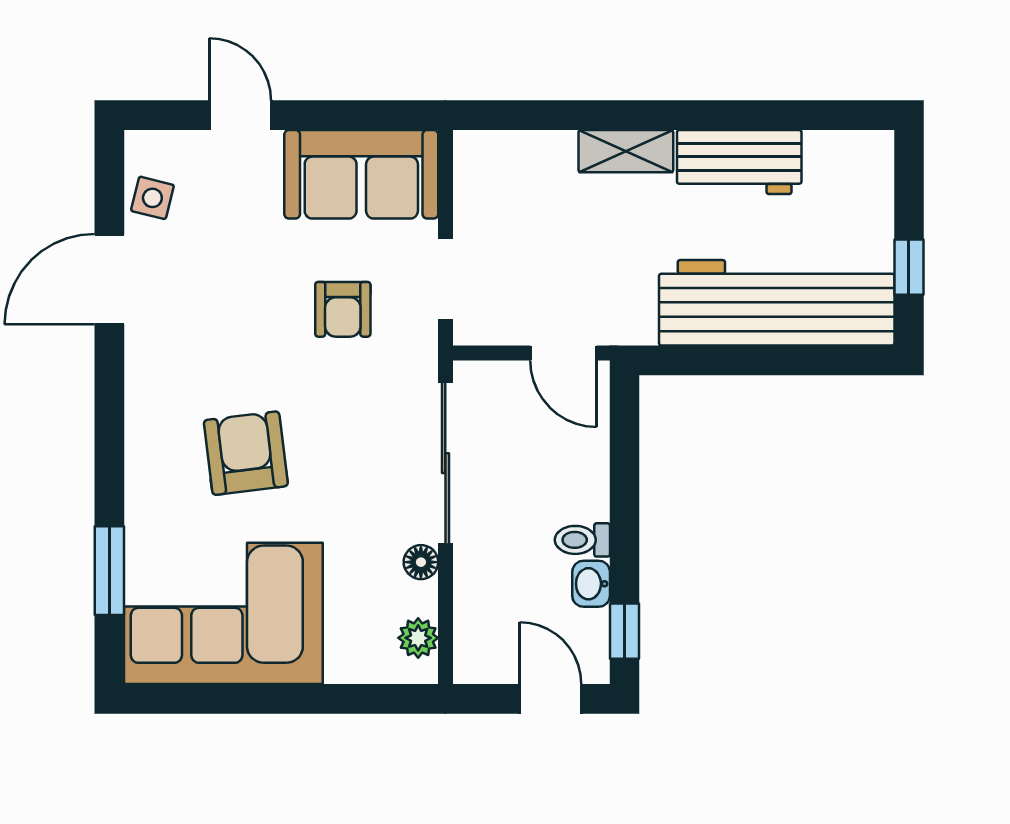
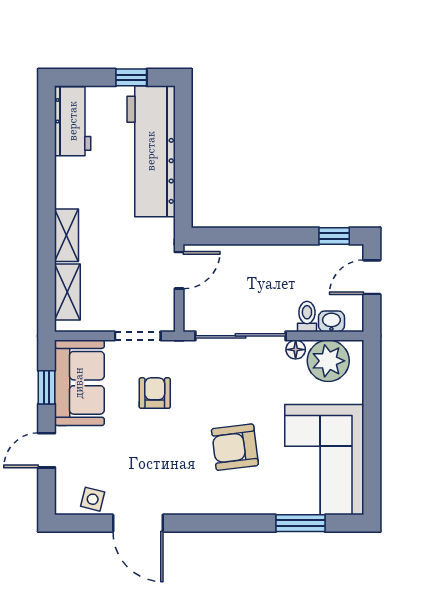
window: (353, 115) -> (46, 387), added
shelving: (524, 153) -> (67, 292), added
workbench: (739, 162) -> (73, 121), moved
armchair: (343, 309) -> (155, 393), turned -90
toilet: (582, 540) -> (307, 316), moved, turned 180
washbasin: (591, 584) -> (331, 321), moved, turned 180
plant: (418, 638) -> (328, 361), width x1.88, depth x1.88

